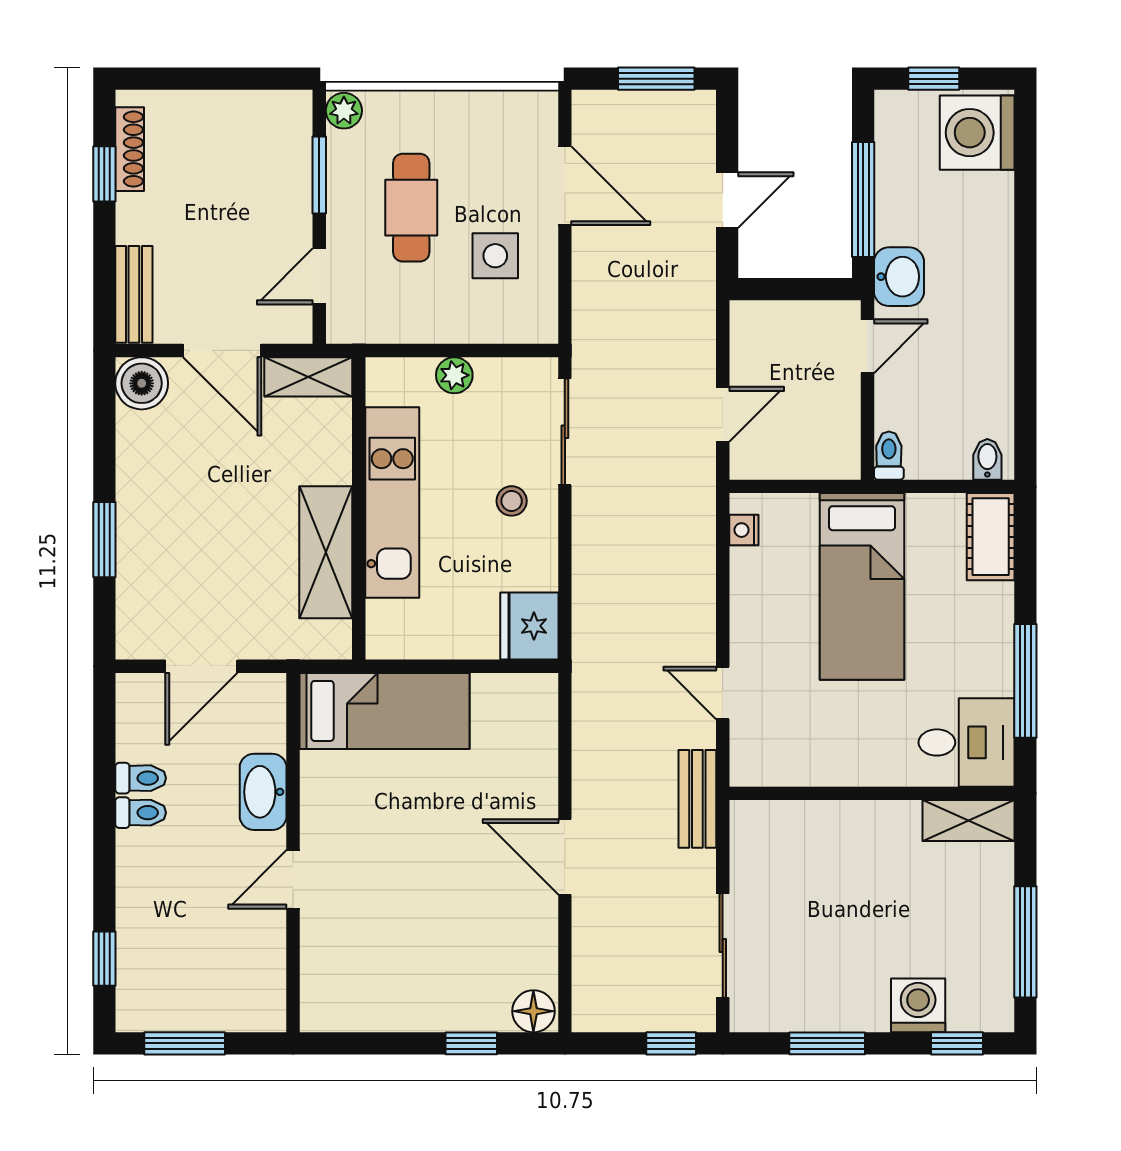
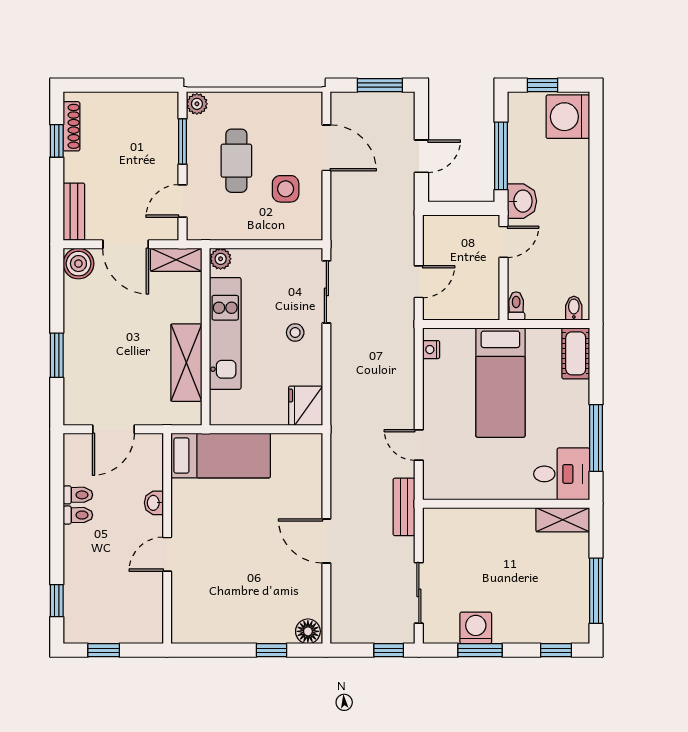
plant: (454, 375) -> (221, 259), moved
washbasin: (263, 792) -> (154, 503), width x0.52, depth x0.69
washing machine: (918, 1005) -> (476, 628), moved
window: (185, 1043) -> (104, 650), width x0.67

